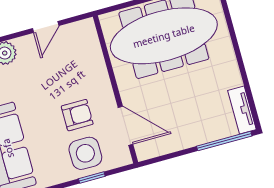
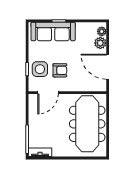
door: (46, 27) -> (108, 67), width x1.88
armchair: (77, 115) -> (60, 70), turned -90

